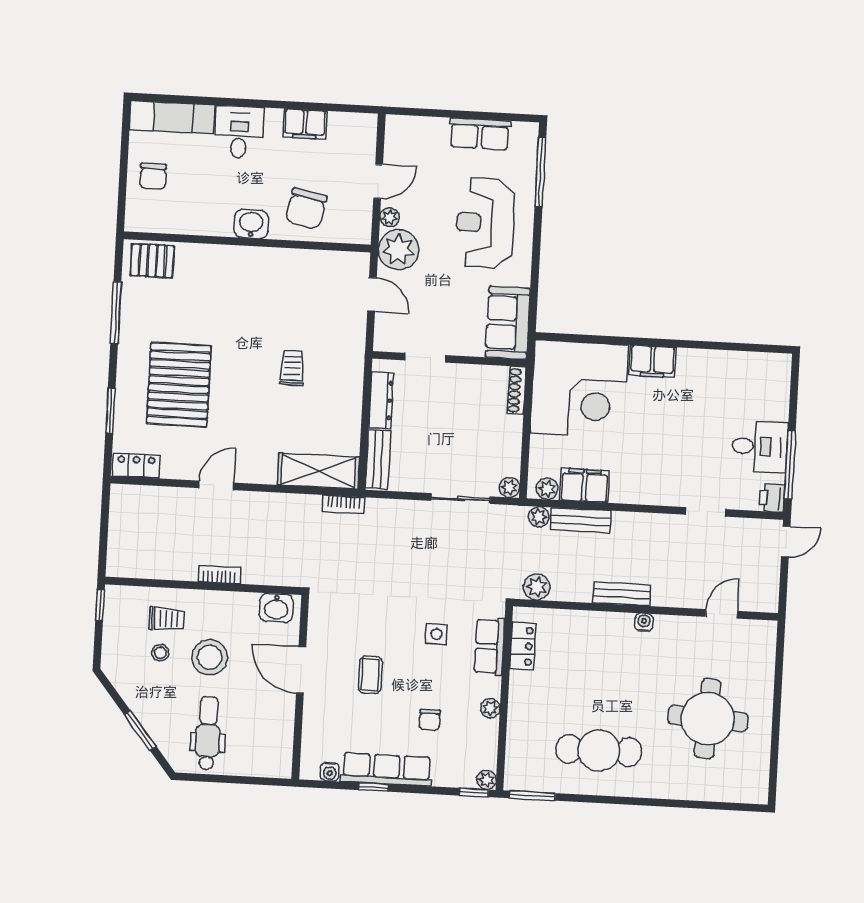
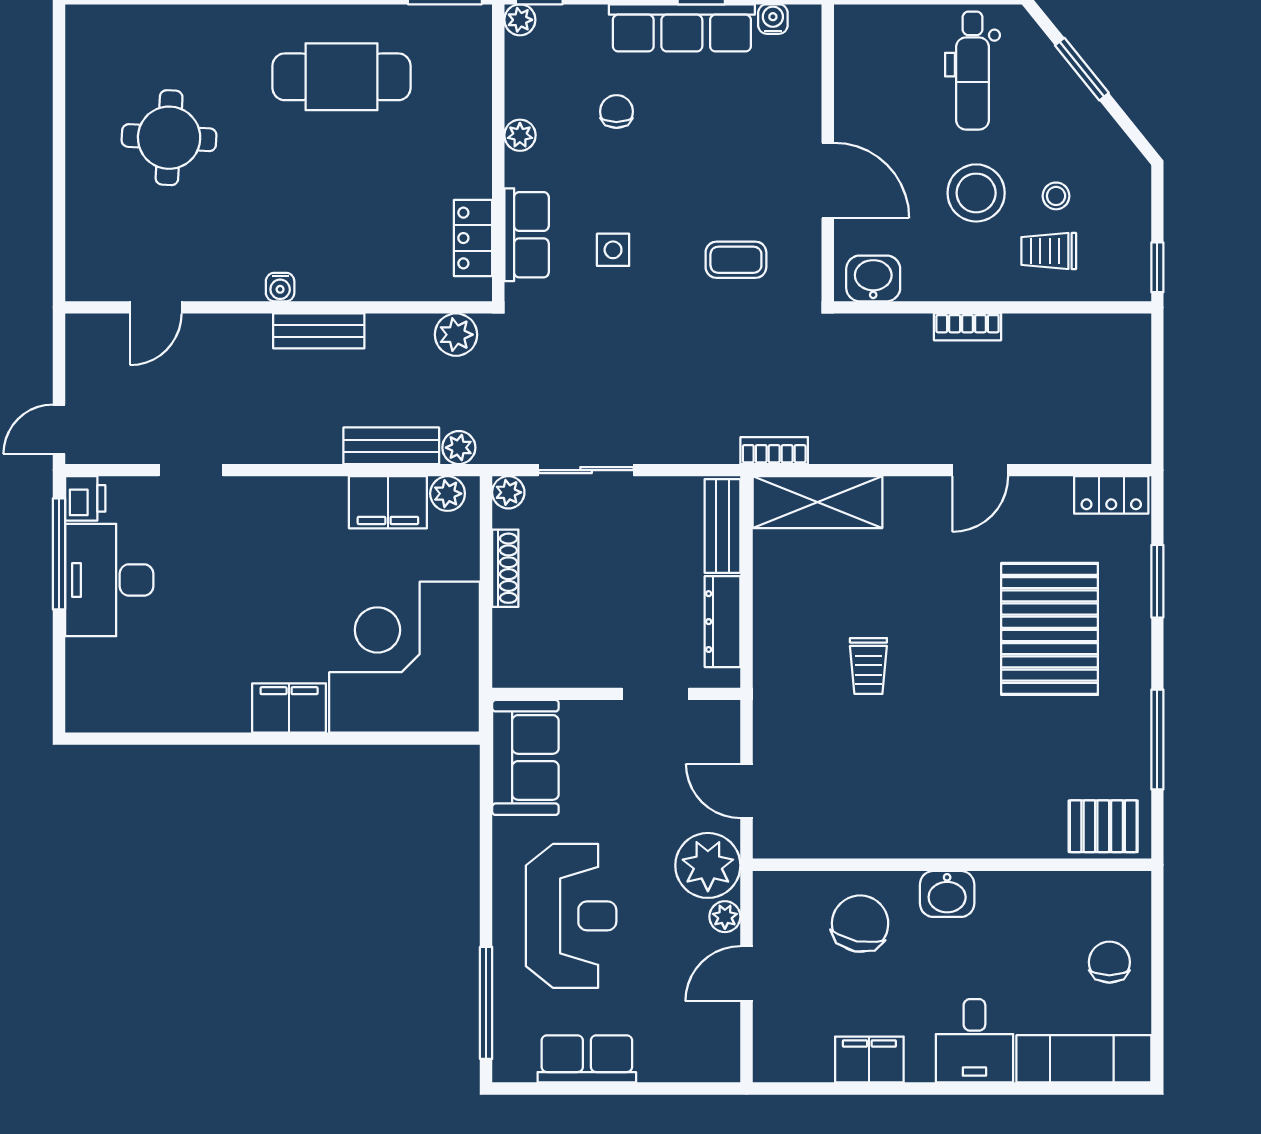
shoe rack: (517, 390) -> (505, 568), moved
desk: (760, 447) -> (109, 580), width x1.37
coffee table: (370, 675) -> (736, 260), moved, turned 90
round table: (708, 719) -> (169, 138), width x0.73, depth x0.73

